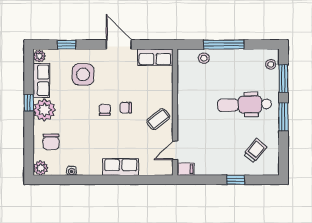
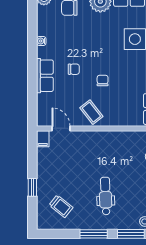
dental chair: (245, 105) -> (106, 196), width x0.73, depth x0.72
chair: (105, 110) -> (74, 69), moved
water cooler: (72, 171) -> (41, 41), moved

